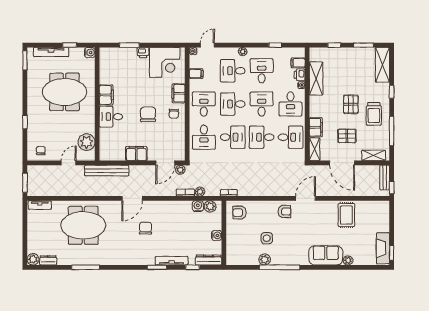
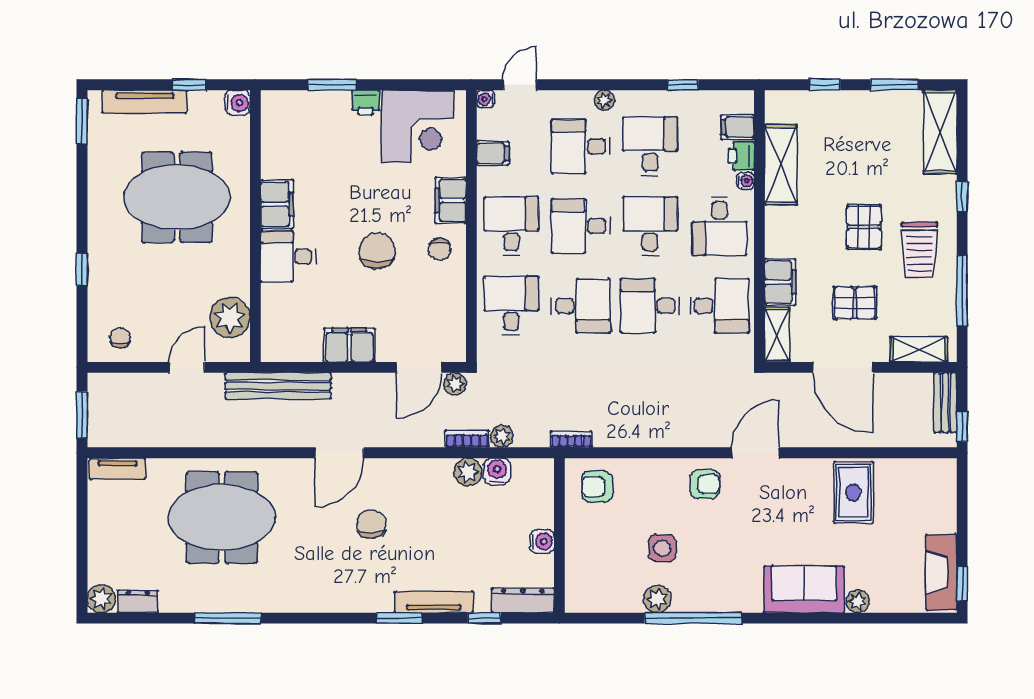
desk: (204, 137) -> (511, 306), turned 180
plant: (210, 206) -> (468, 472), moved

